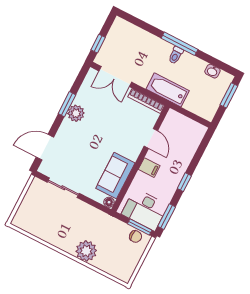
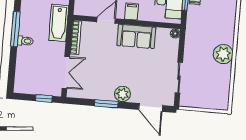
toilet: (176, 55) -> (25, 41), moved
plant: (76, 113) -> (123, 94), moved
sofa: (115, 176) -> (136, 36), moved
plant: (86, 251) -> (223, 54), moved

